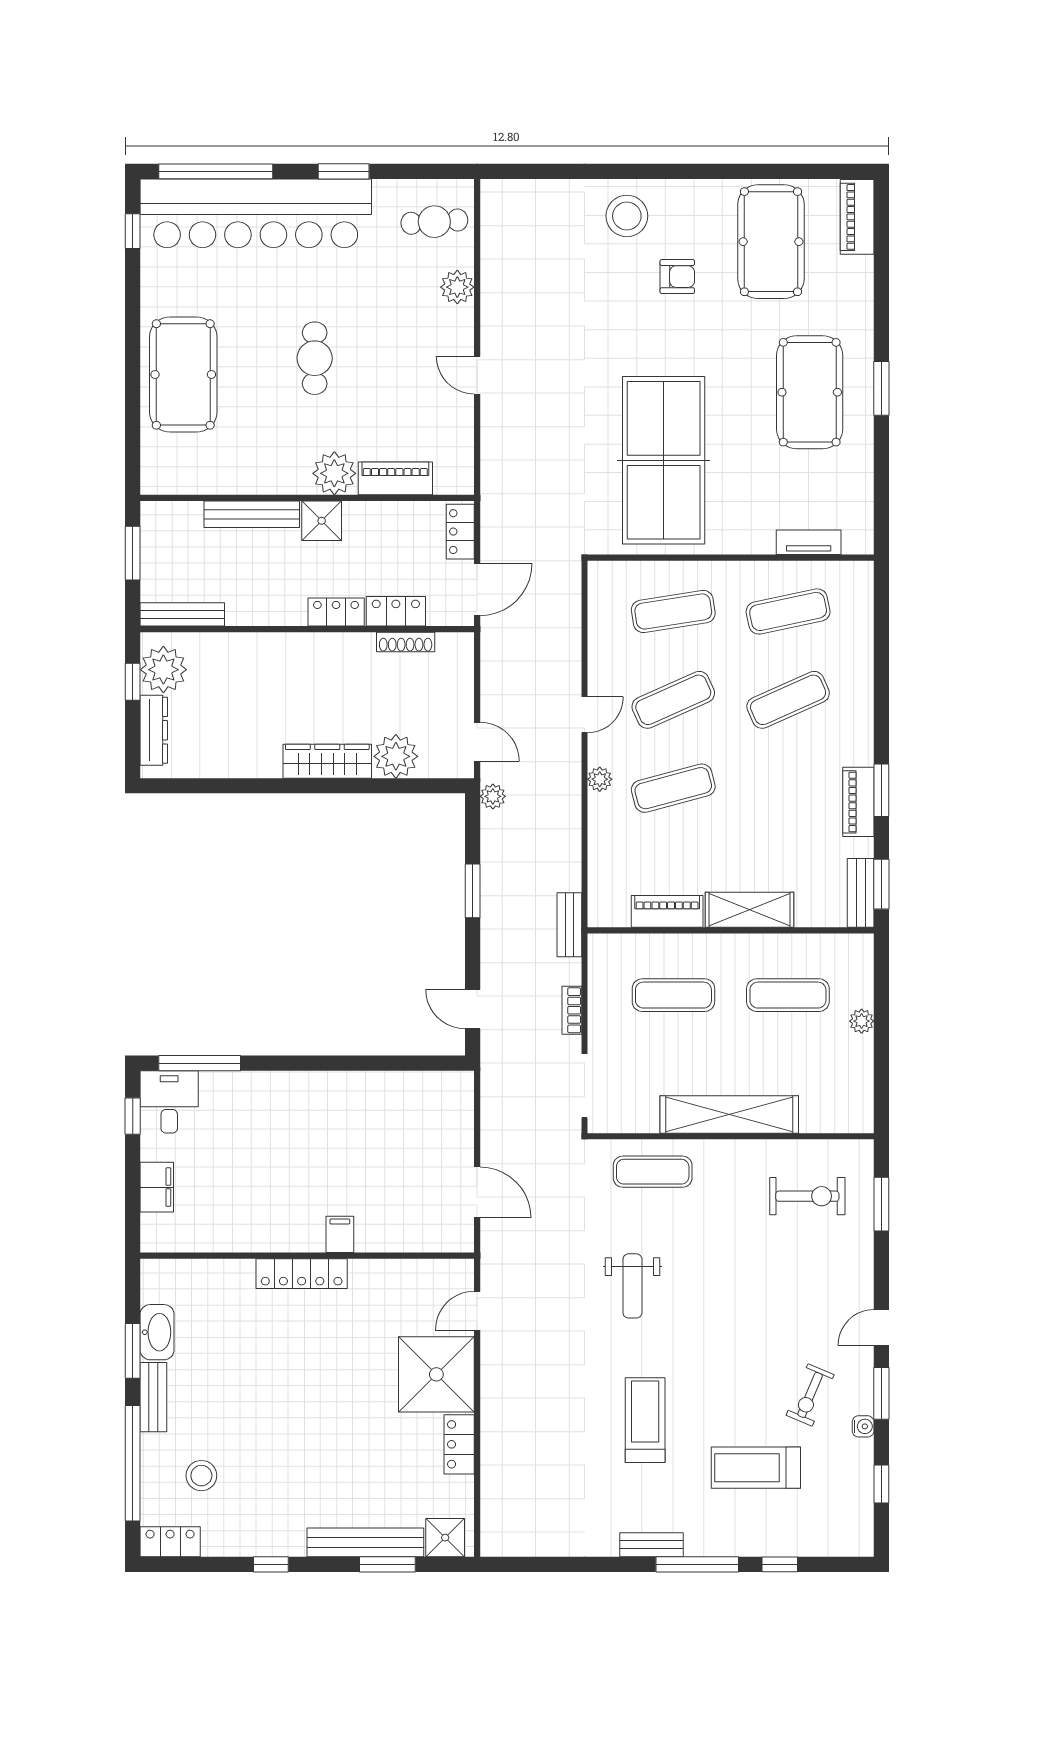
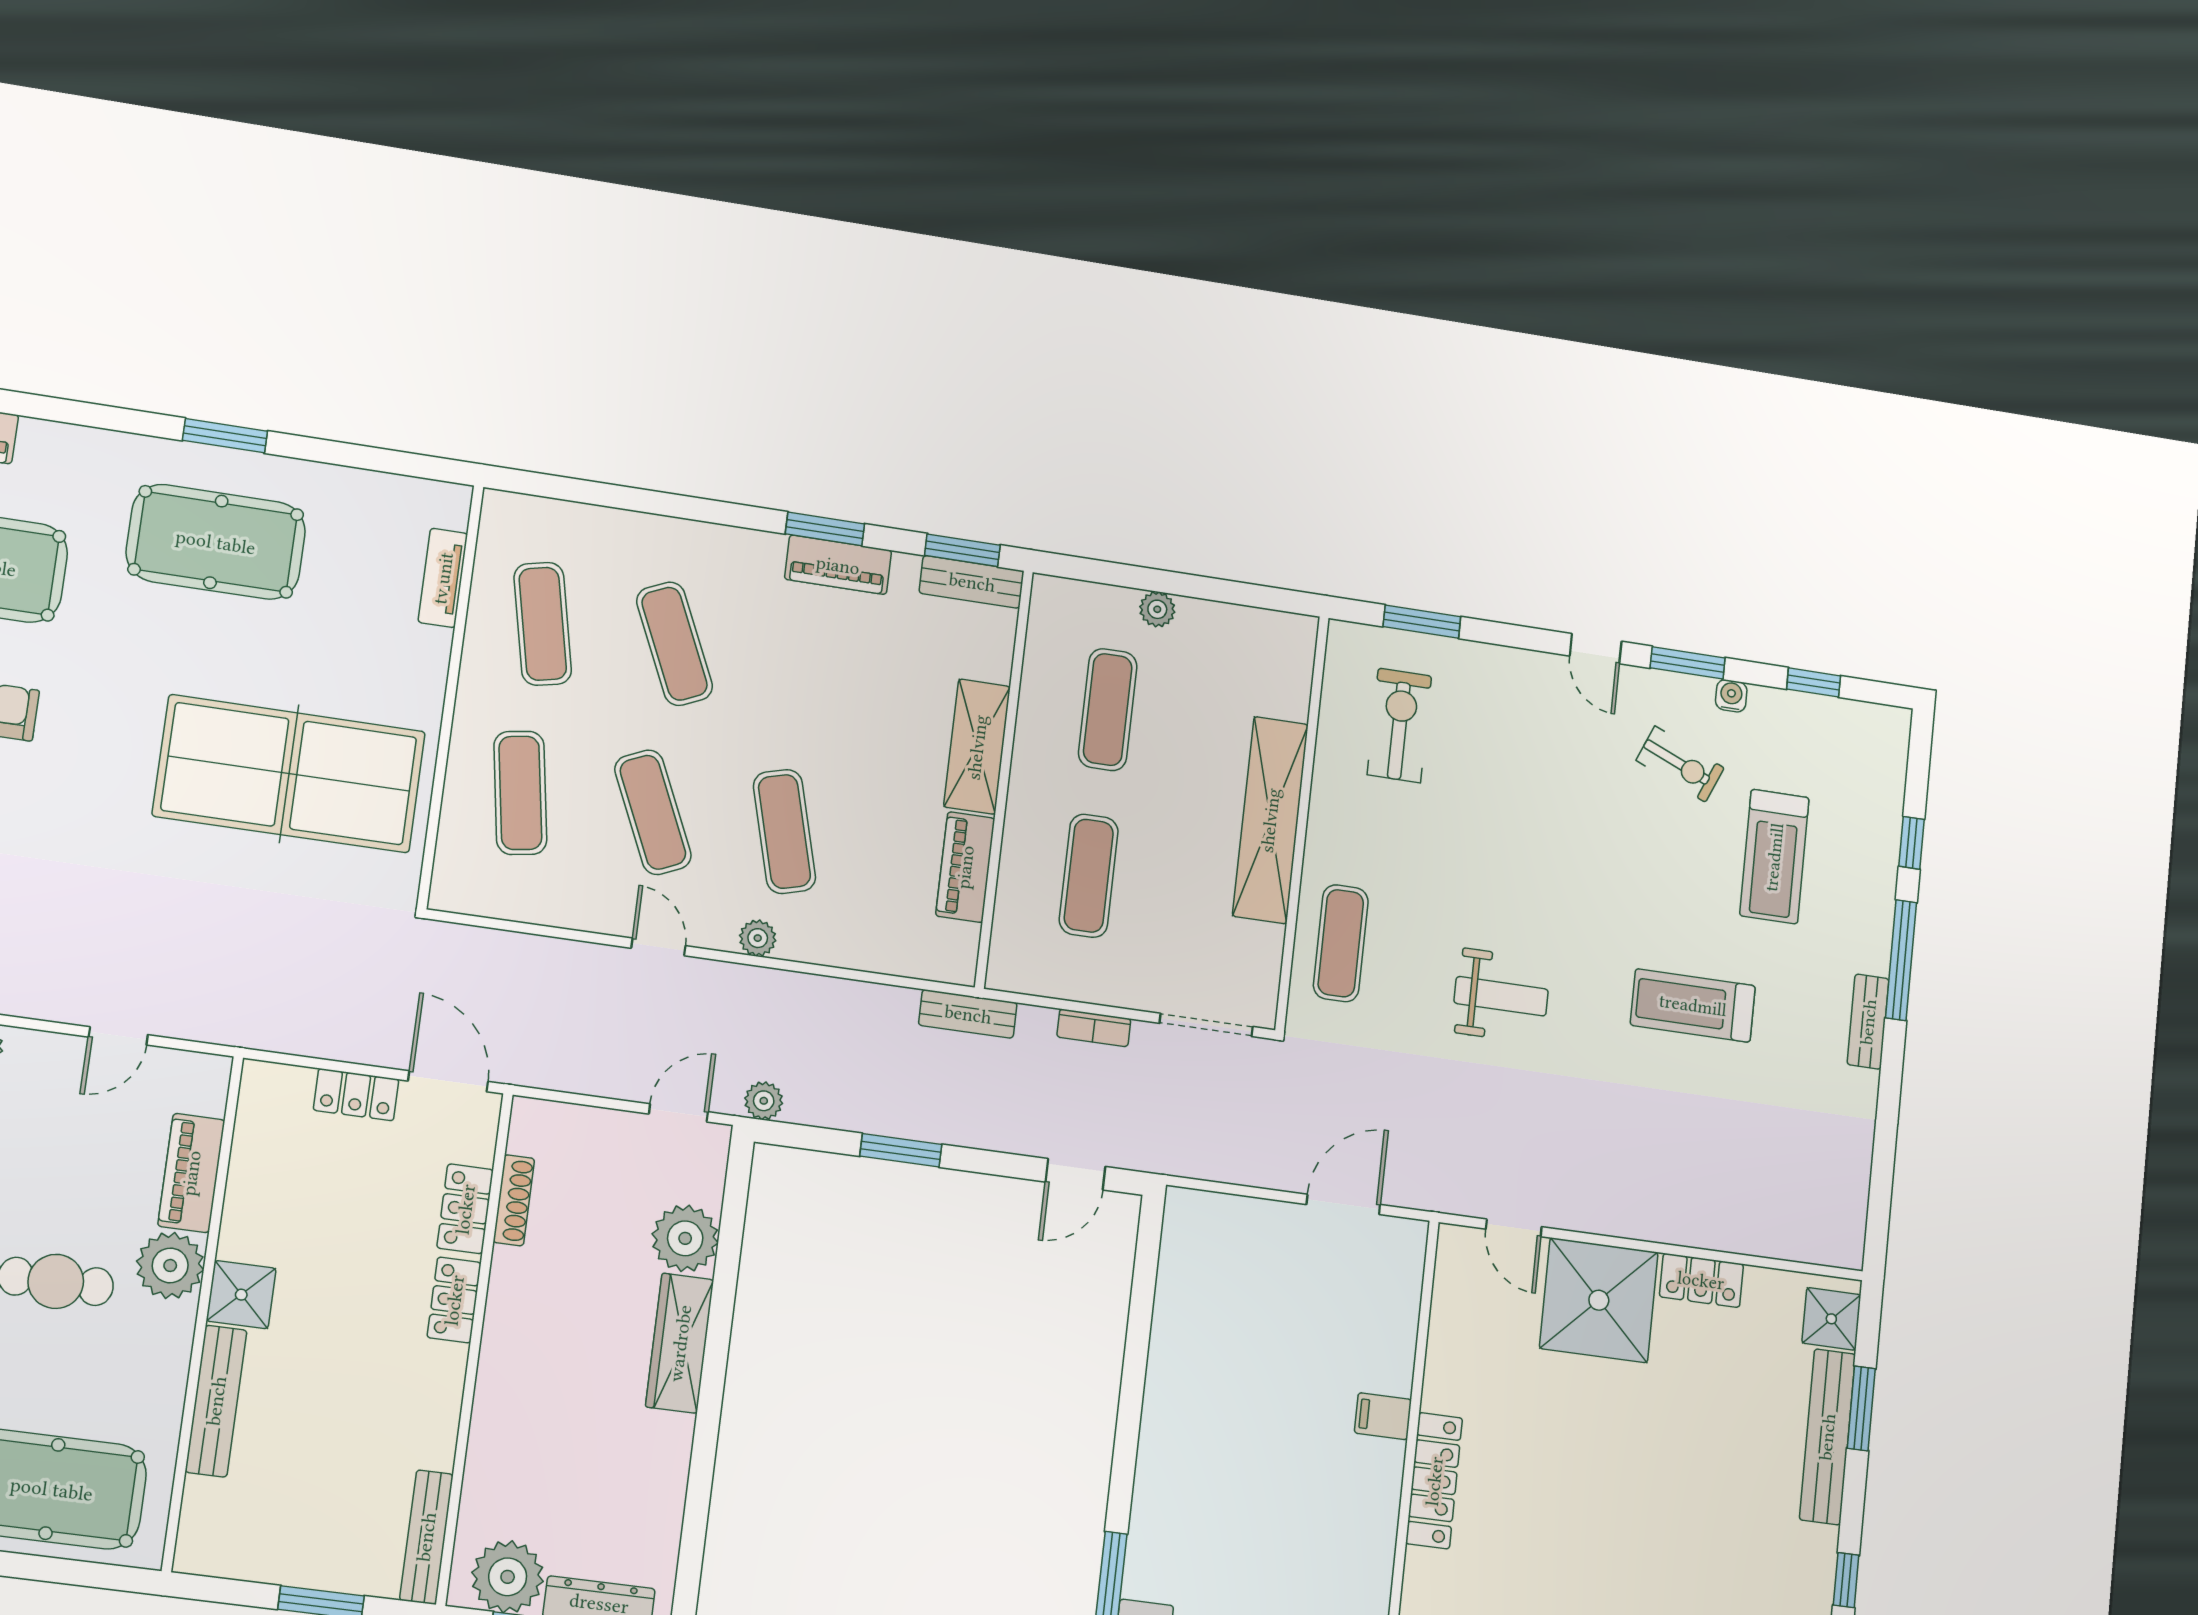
plant: (334, 473) -> (170, 1265), moved
piano: (395, 478) -> (191, 1173), moved
wall: (307, 498) -> (203, 1312), moved
bench: (252, 514) -> (216, 1401), moved
shower: (322, 521) -> (241, 1295), moved

